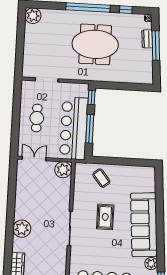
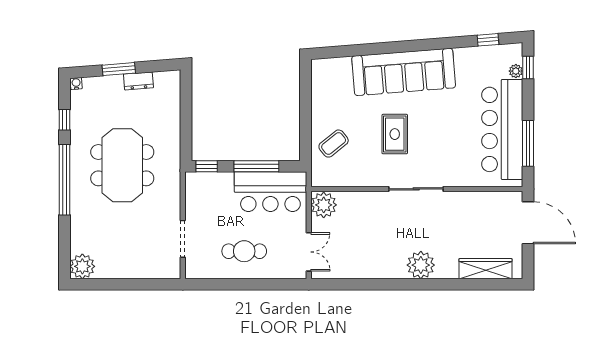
dresser: (147, 39) -> (138, 81), moved
window: (156, 46) -> (119, 69), width x0.69
bar counter: (74, 128) -> (270, 192), width x0.73
double door: (34, 159) -> (309, 252), swing flipped
rug: (105, 217) -> (395, 134), turned 90
plant: (151, 264) -> (464, 57), removed

